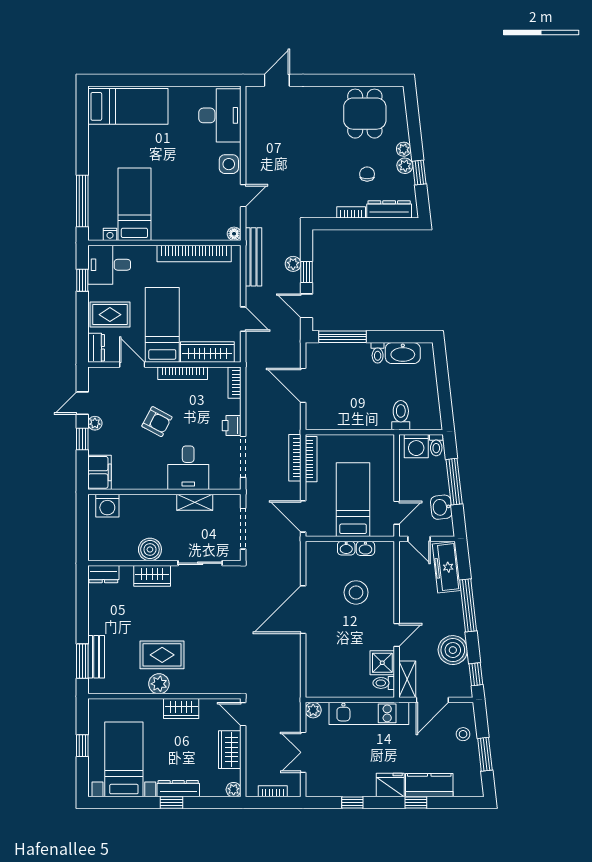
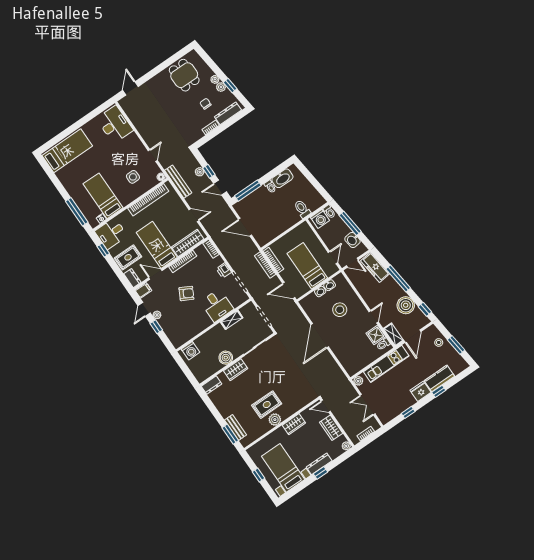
side table: (229, 164) -> (133, 177), moved
filing cabinet: (99, 472) -> (143, 290), moved, width x0.50

